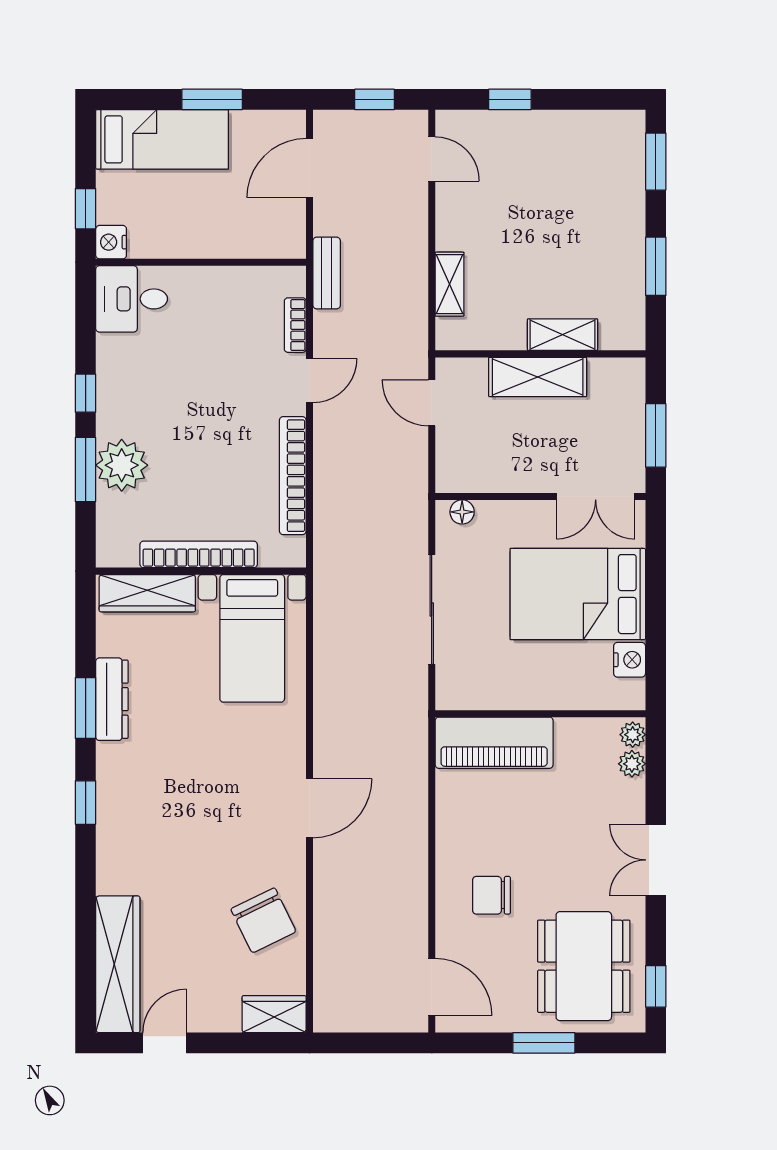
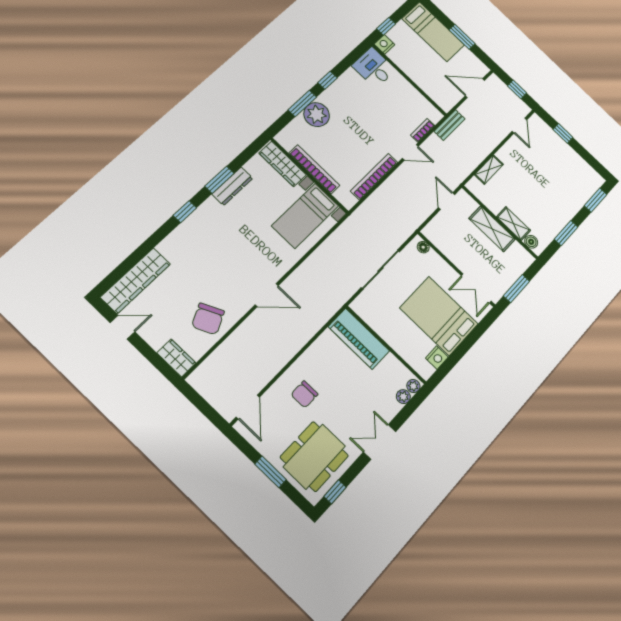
boiler: (614, 337) -> (531, 242), added
chair: (491, 895) -> (304, 394), turned -90

